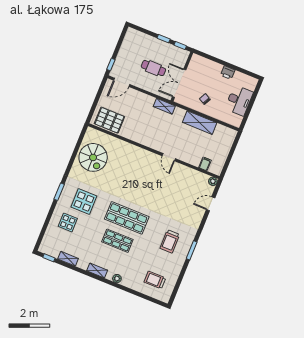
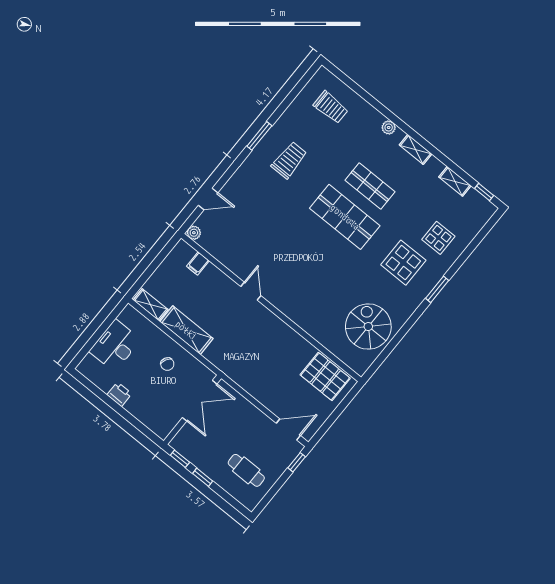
cafe table: (153, 68) -> (246, 470), moved
shelving: (164, 106) -> (151, 305), moved

